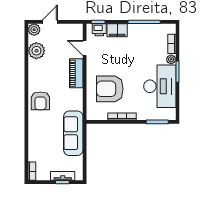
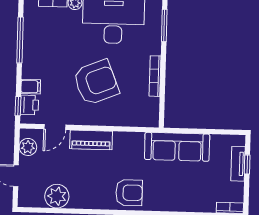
plant: (34, 30) -> (28, 147), moved
filing cabinet: (117, 30) -> (31, 87), width x0.50
armchair: (110, 89) -> (96, 82), moved, turned -112

